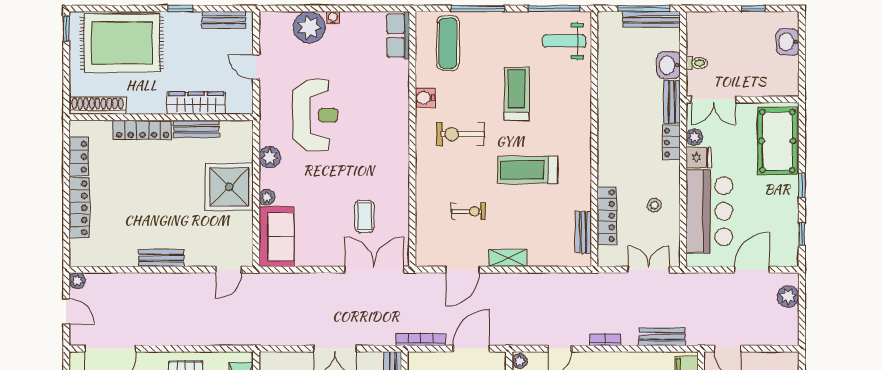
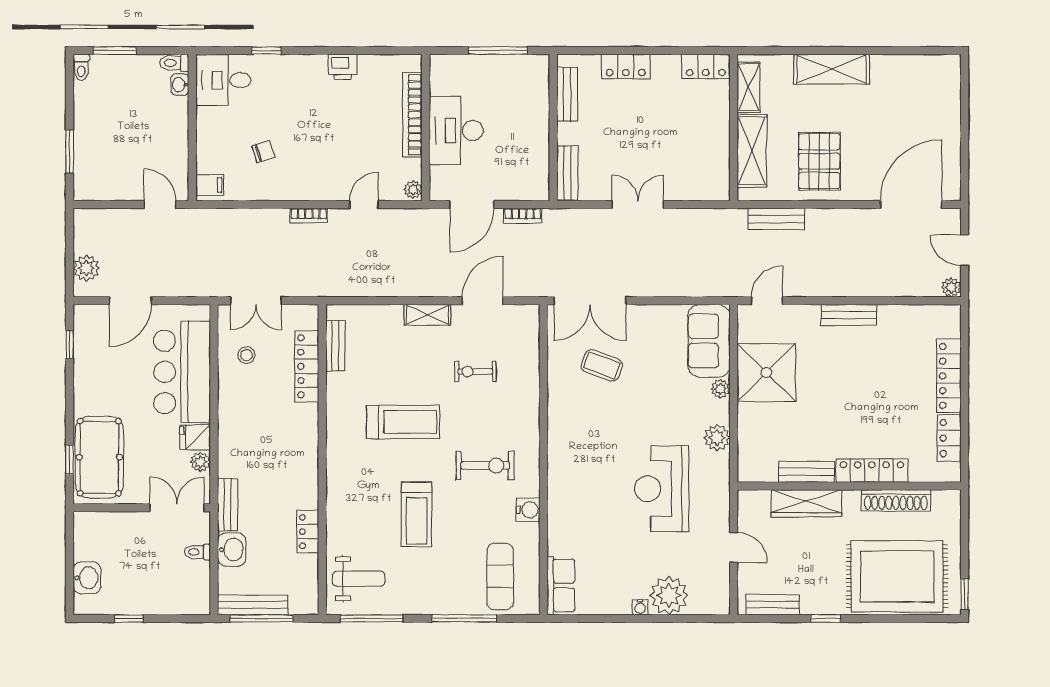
shoe rack: (98, 106) -> (896, 500), moved
locker: (671, 142) -> (308, 532), moved, turned 180
window: (802, 185) -> (70, 460), moved
shower: (229, 187) -> (766, 372), moved
stool: (654, 205) -> (246, 355), moved
coffee table: (364, 216) -> (602, 365), turned -70
bench: (662, 337) -> (776, 219), moved
bookcase: (421, 339) -> (523, 216), width x0.64

